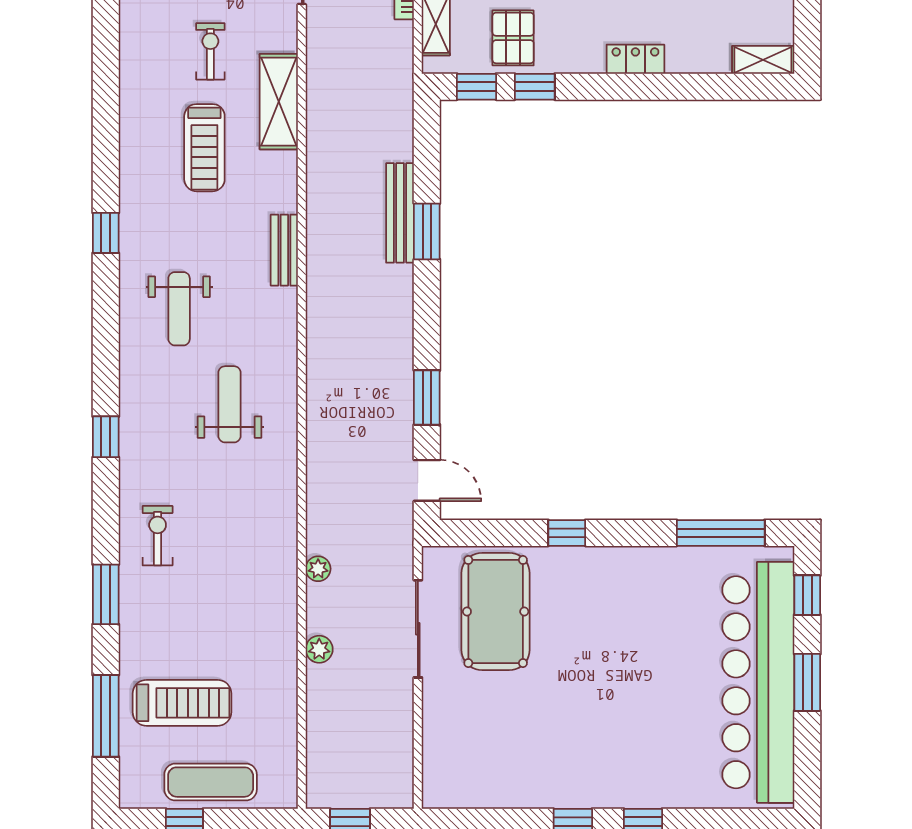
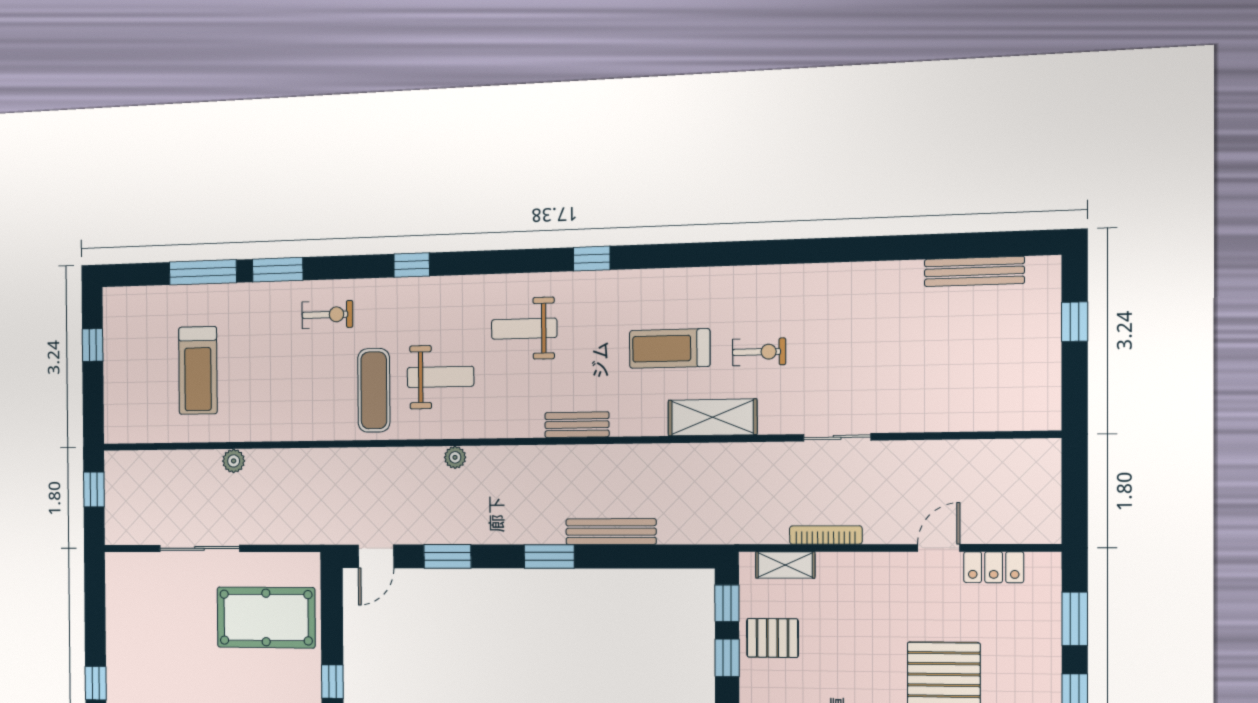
window: (427, 231) -> (549, 556), moved
plant: (318, 569) -> (455, 457), moved
sliding door: (418, 629) -> (199, 548), moved
treadmill: (182, 703) -> (198, 370), moved
window: (106, 716) -> (203, 272), moved
exercise mat: (211, 782) -> (374, 390), moved

